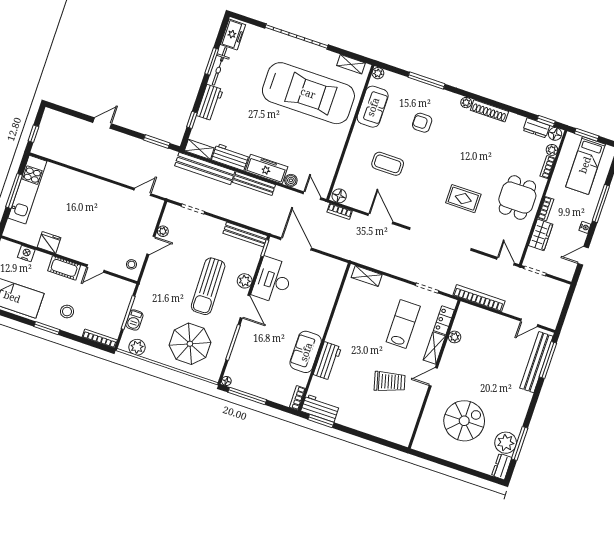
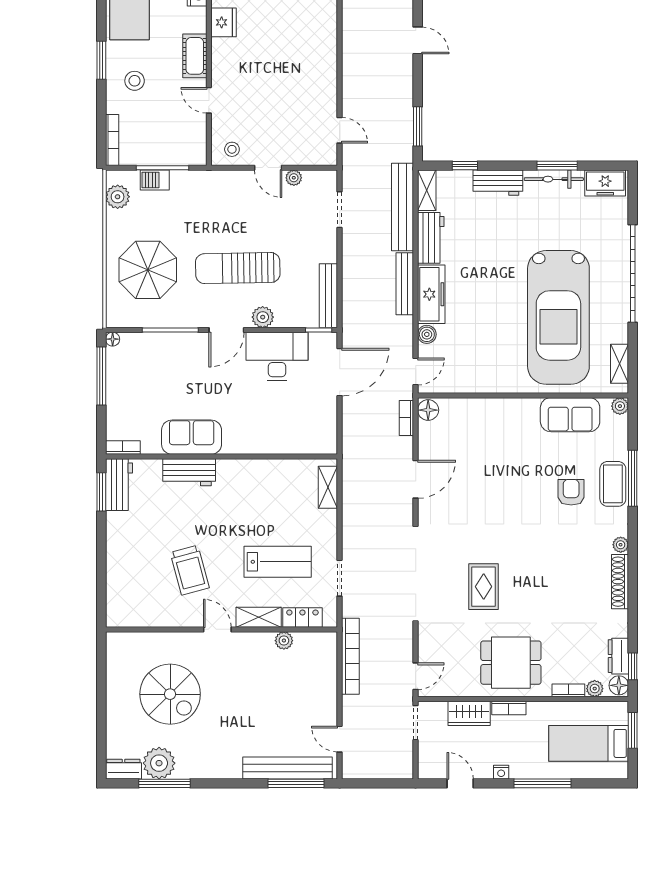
coffee table: (388, 164) -> (613, 484), moved

